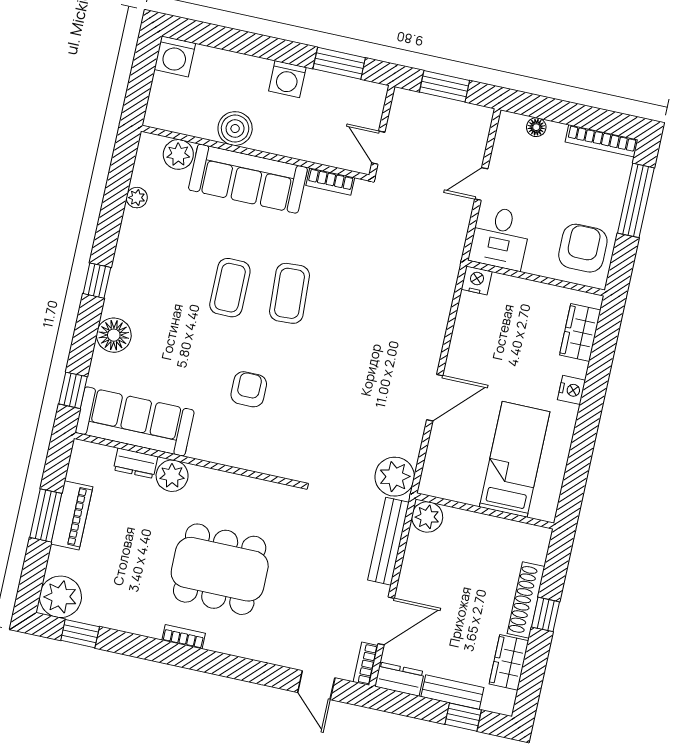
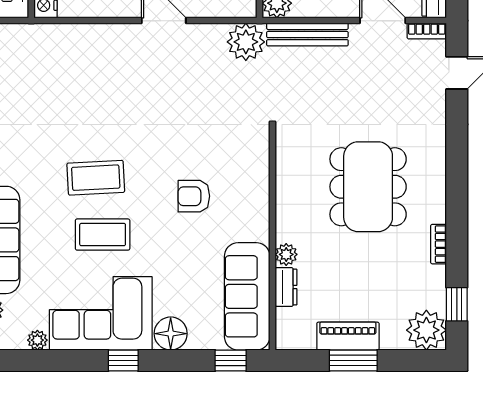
corner sofa: (150, 268) -> (101, 313), added
plant: (172, 476) -> (286, 254), width x0.73, depth x0.73
bookcase: (184, 637) -> (439, 244), moved

